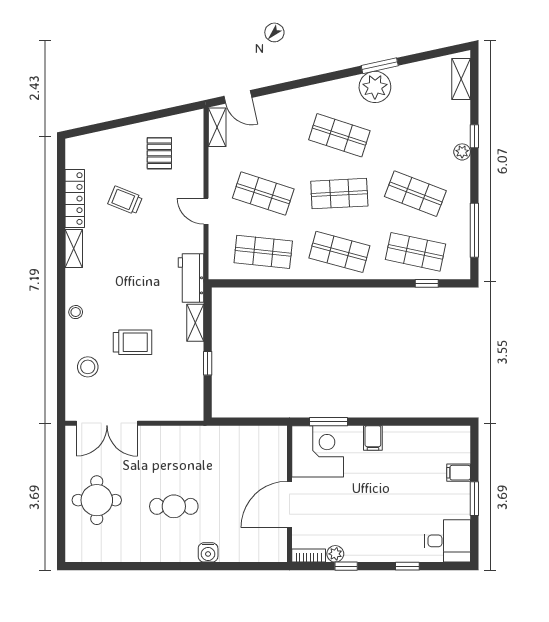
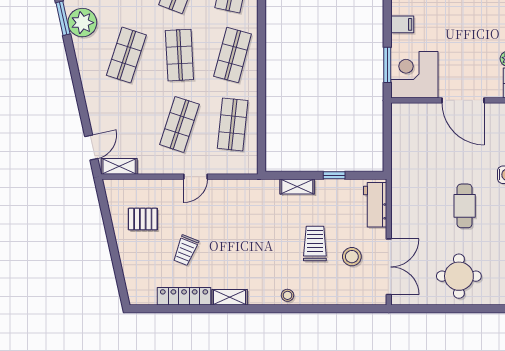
workbench: (191, 278) -> (375, 205), moved, turned 90
stool: (88, 367) -> (352, 257), moved

